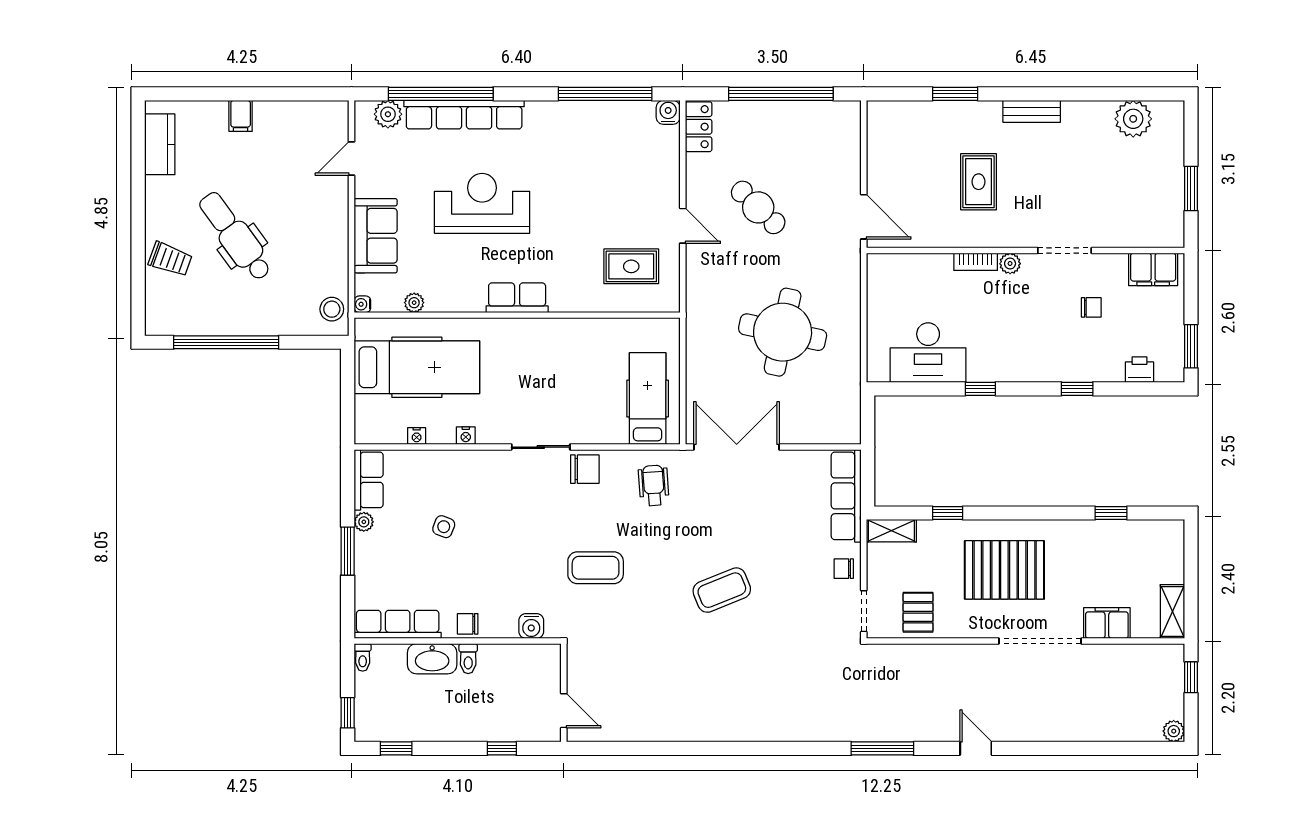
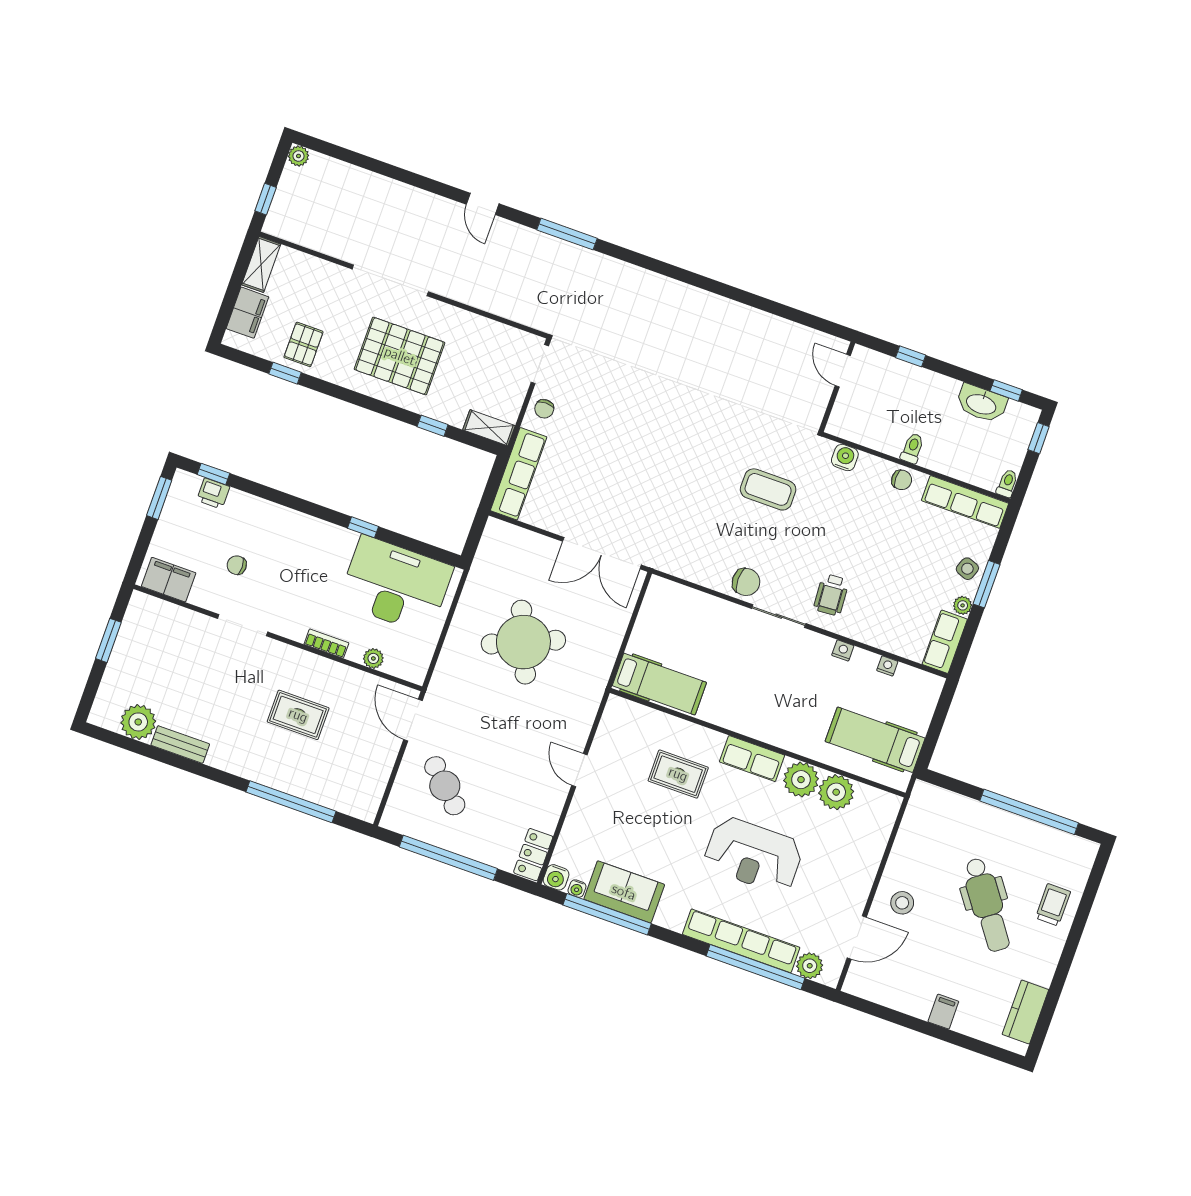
window: (955, 94) -> (291, 802), width x2.11
bench: (1032, 111) -> (180, 745), moved
door: (352, 158) -> (857, 938), width x1.38
rug: (979, 182) -> (298, 715), turned 90
cafe table: (758, 207) -> (445, 786), moved
sofa: (376, 236) -> (624, 892), moved, turned 90
trolley: (170, 259) -> (1053, 905), turned 70
plant: (1010, 264) -> (373, 658), moved
rug: (631, 266) -> (678, 774), moved
plant: (462, 294) -> (801, 780), added
plant: (414, 303) -> (836, 792), width x1.87, depth x1.87
water cooler: (362, 304) -> (577, 889), moved, turned 90
stool: (332, 309) -> (902, 903), moved
round table: (783, 332) -> (523, 642), turned -35
desk: (928, 353) -> (396, 585), width x1.36, depth x1.30
hospital bed: (417, 367) -> (875, 740), width x0.73, depth x0.78
window: (1077, 389) -> (213, 474), moved
hospital bed: (648, 399) -> (659, 684), moved, turned -90
chair: (585, 469) -> (746, 582), turned 180
wheelchair: (654, 486) -> (831, 595), moved
side table: (444, 527) -> (967, 569), moved
chair: (844, 569) -> (544, 409), turned 90
coffee table: (722, 590) -> (661, 429), removed
pallet: (918, 612) -> (303, 344), moved
filing cabinet: (1107, 623) -> (247, 313), moved, turned -90
washbasin: (432, 659) -> (981, 404), moved, turned 180

